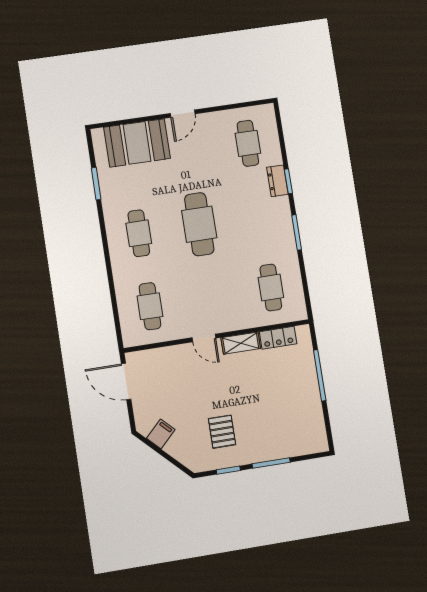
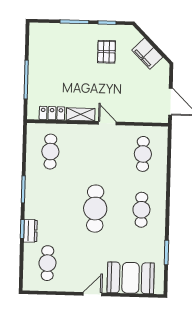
filing cabinet: (161, 434) -> (147, 54), width x2.00

